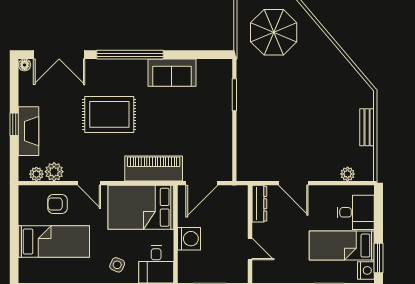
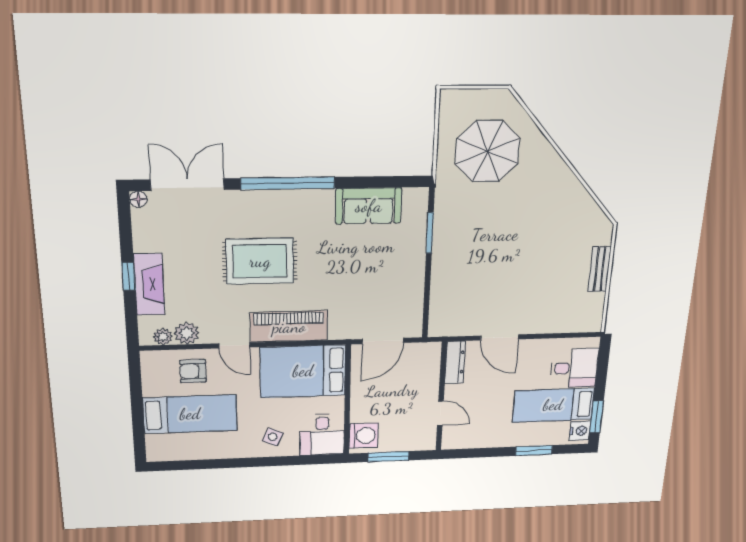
double door: (59, 55) -> (187, 185), swing flipped
sofa: (172, 73) -> (369, 206), moved
piano: (154, 169) -> (289, 327), moved
plant: (348, 174) -> (569, 325), removed
washing machine: (189, 239) -> (364, 436), moved

